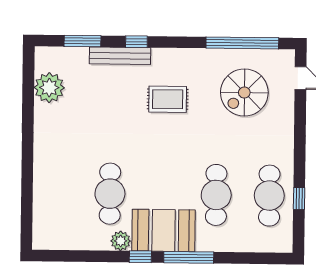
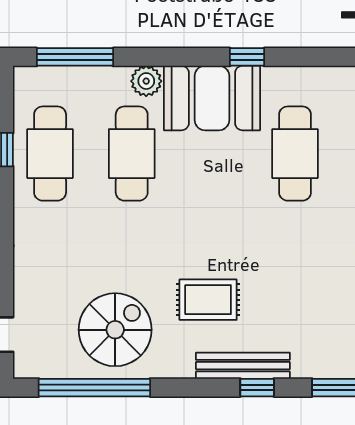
bench: (120, 56) -> (243, 366), moved
spiral stairs: (244, 92) -> (115, 330), moved
plant: (121, 241) -> (146, 81), moved
window: (189, 257) -> (75, 57), moved

